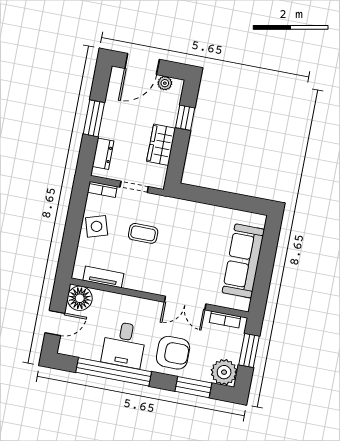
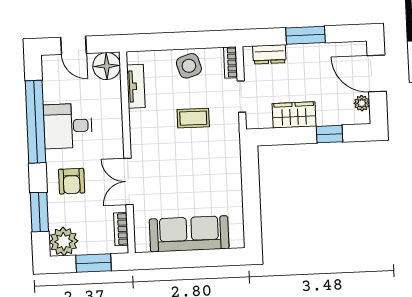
coffee table: (143, 233) -> (193, 118), turned 90
armchair: (173, 353) -> (72, 181), width x0.72, depth x0.72

